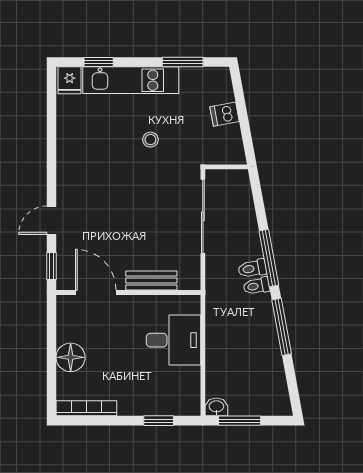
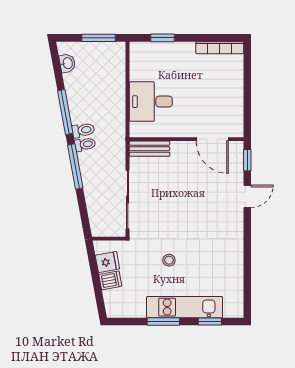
window: (183, 62) -> (163, 321), moved
fridge: (70, 80) -> (107, 262), moved, turned 80
toilet: (252, 268) -> (83, 130), moved
bench: (151, 281) -> (150, 149), moved
floor lamp: (71, 357) -> (232, 88), removed
washbasin: (216, 407) -> (67, 63), moved, turned -100

